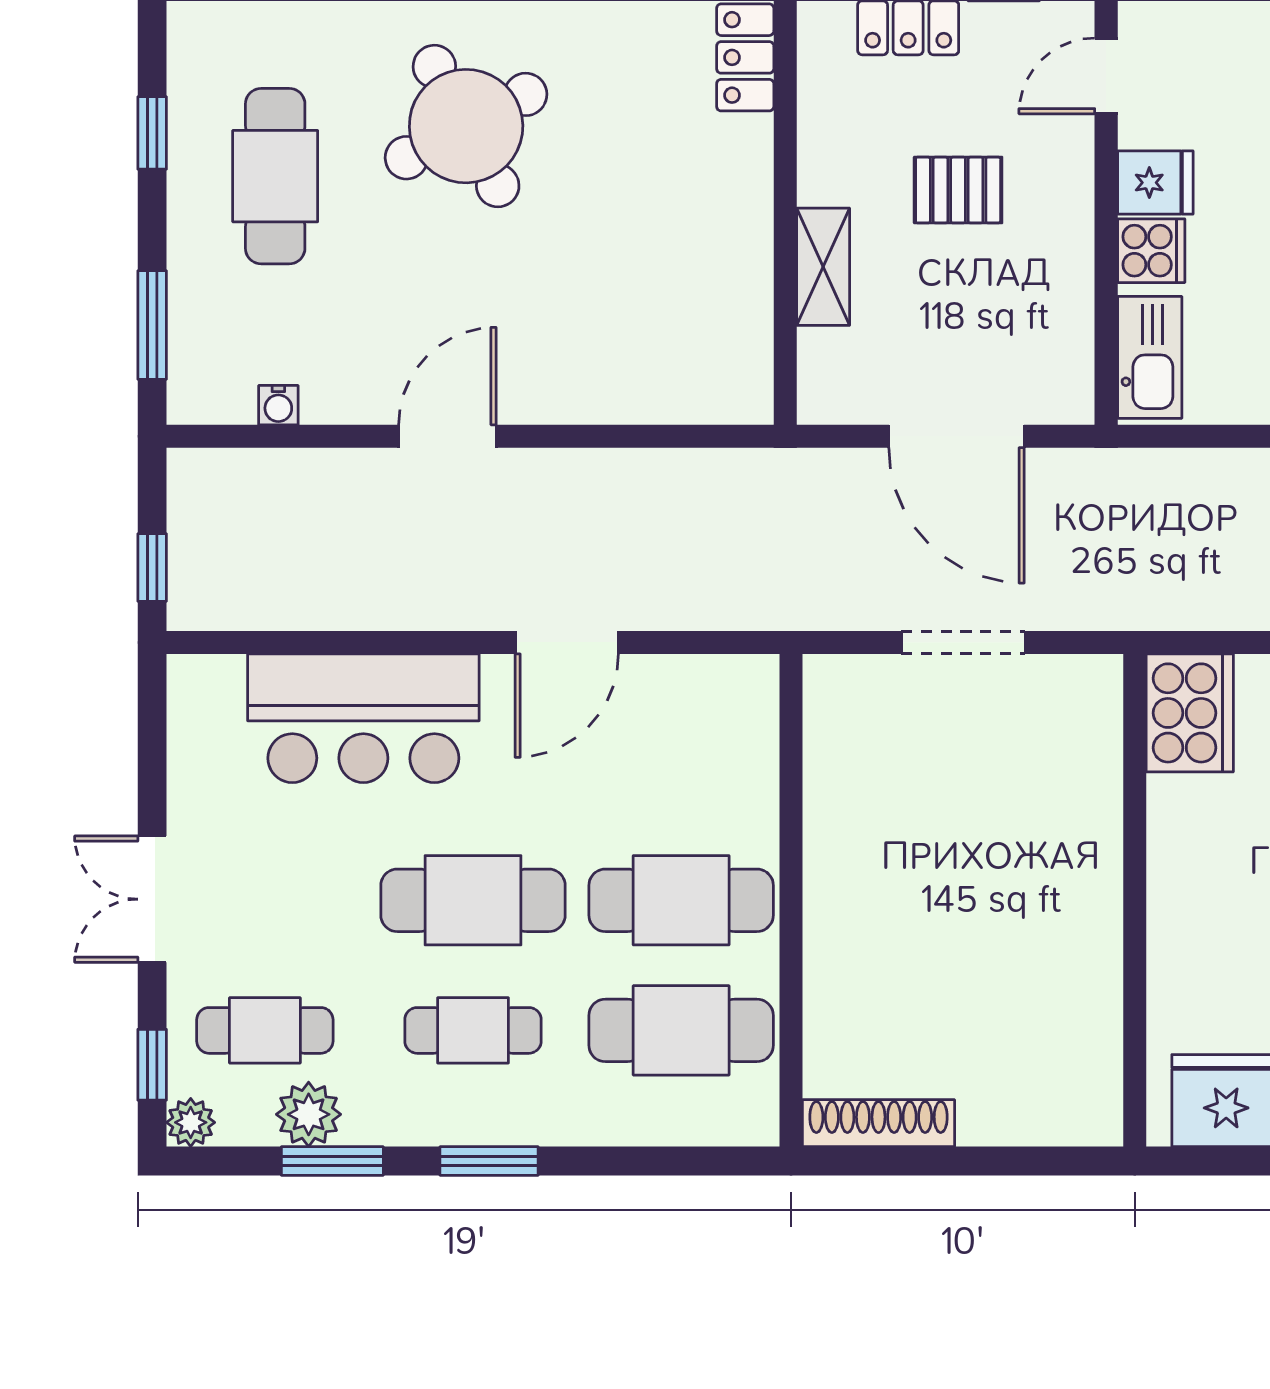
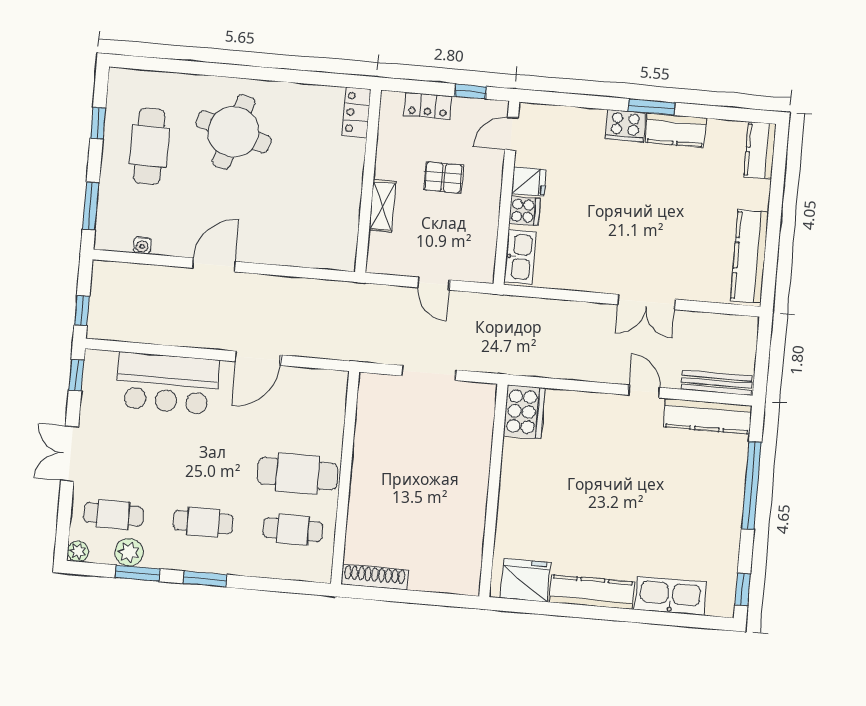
round table: (466, 126) -> (234, 132), turned 45
door: (957, 436) -> (434, 284), width x0.53
cafe table: (473, 900) -> (208, 466), removed
cafe table: (681, 1030) -> (293, 530), width x0.73, depth x0.74
window: (152, 1065) -> (76, 375), moved

